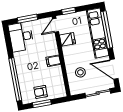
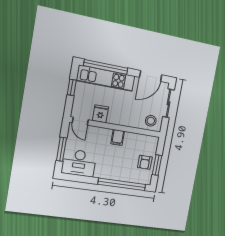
window: (69, 11) -> (72, 87), moved
stool: (80, 72) -> (151, 121), moved

